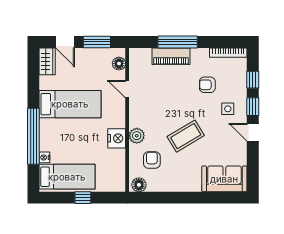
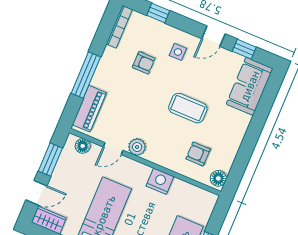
piano: (171, 56) -> (89, 109), moved
armchair: (207, 85) -> (144, 63), turned -90
window: (253, 107) -> (244, 49), moved
plant: (137, 136) -> (137, 147), moved
coffee table: (186, 136) -> (188, 108), turned -59

